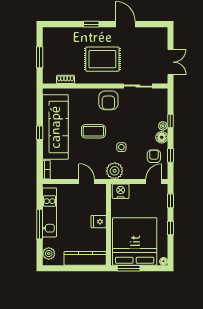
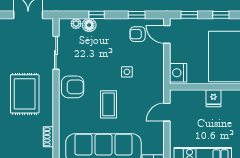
plant: (163, 126) -> (76, 24), moved
floor lamp: (162, 137) -> (89, 25), moved
plant: (115, 171) -> (154, 80), removed

